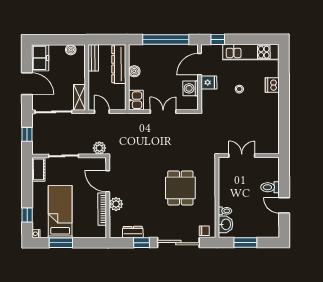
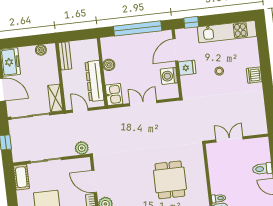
dresser: (119, 64) -> (95, 81), moved
dishwasher: (272, 85) -> (254, 75), moved

